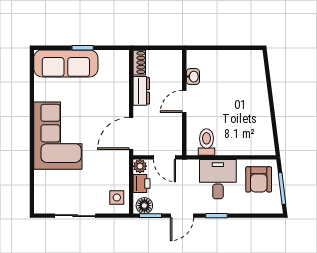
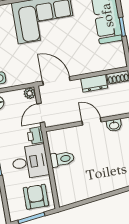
toilet: (207, 142) -> (62, 159), moved
armchair: (259, 179) -> (36, 197), turned 90
printer: (142, 184) -> (35, 135), moved, turned 90

